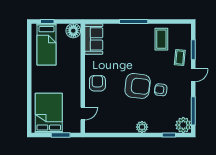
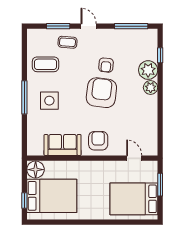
sofa: (94, 39) -> (63, 145), moved
side table: (131, 42) -> (49, 101), added
bed: (47, 44) -> (52, 196), width x1.50
armchair: (97, 83) -> (98, 141), turned 90
plant: (183, 125) -> (148, 70), moved

